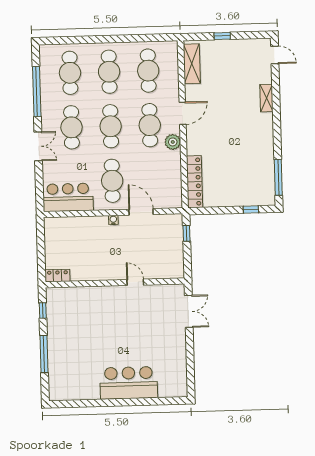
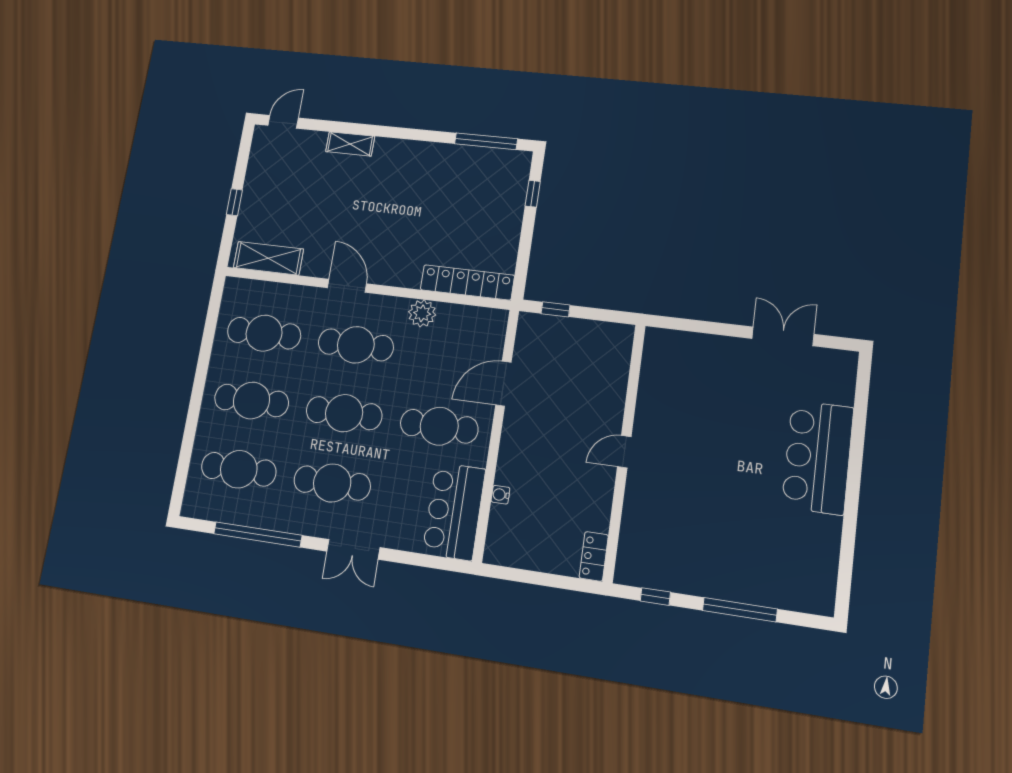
plant: (173, 142) -> (422, 313), moved
double door: (38, 146) -> (353, 549), swing flipped
water cooler: (113, 220) -> (500, 495), moved
door: (135, 282) -> (624, 452), moved
double door: (189, 311) -> (783, 336), moved

